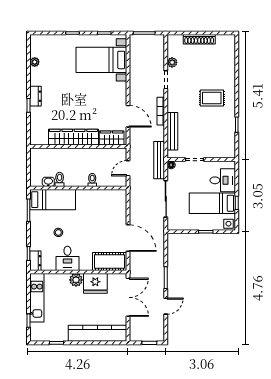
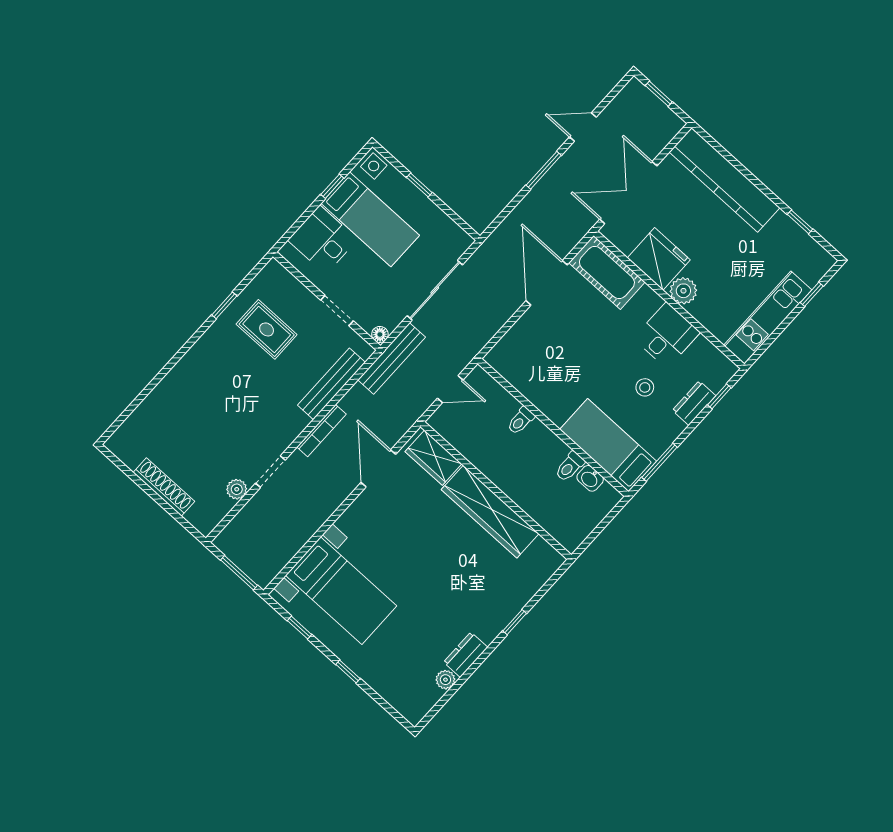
dresser: (36, 96) -> (466, 655), moved
rug: (212, 98) -> (267, 329), moved
dresser: (35, 261) -> (694, 403), moved

